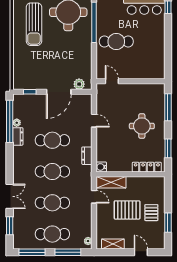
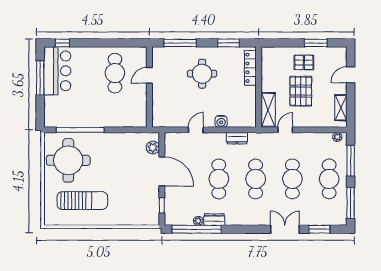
cafe table: (116, 41) -> (115, 73), moved
door: (112, 81) -> (149, 75), moved
water cooler: (101, 167) -> (221, 121), moved

